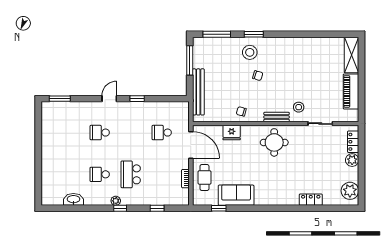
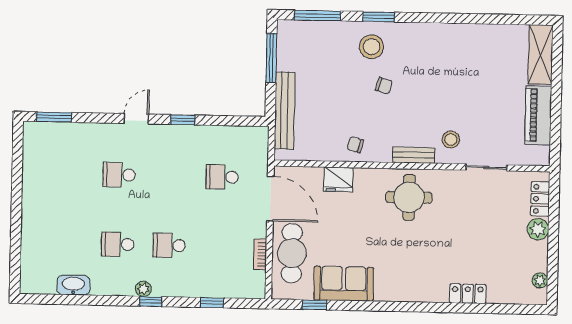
school desk: (131, 174) -> (169, 245), width x0.54
cafe table: (204, 177) -> (292, 253), width x1.37, depth x1.35
plant: (350, 191) -> (540, 280), width x0.53, depth x0.53

